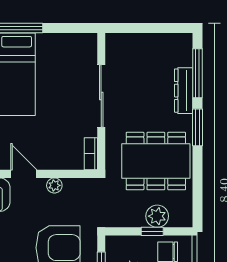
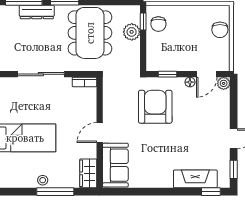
plant: (54, 185) -> (108, 109), removed
window: (152, 231) -> (143, 22), moved

